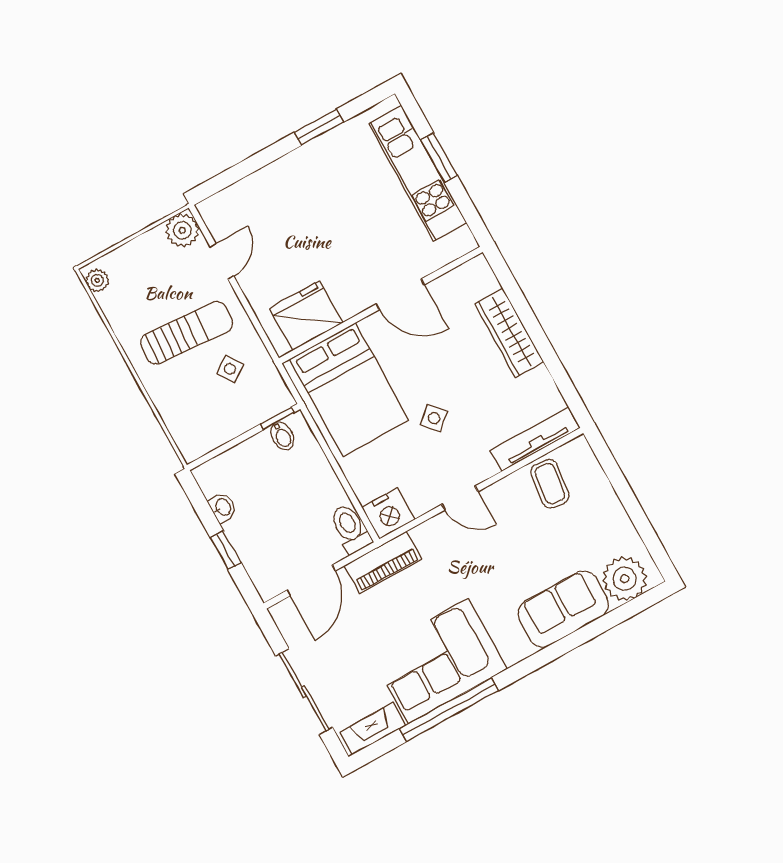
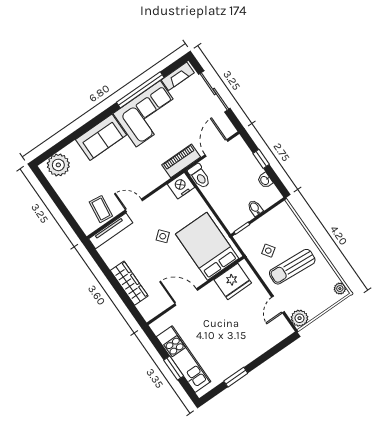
bidet: (282, 436) -> (255, 208), moved
door: (460, 498) -> (134, 205), moved
sofa: (563, 609) -> (101, 137), moved

